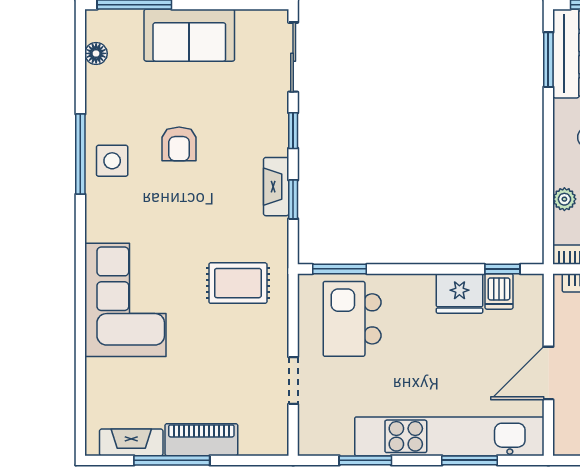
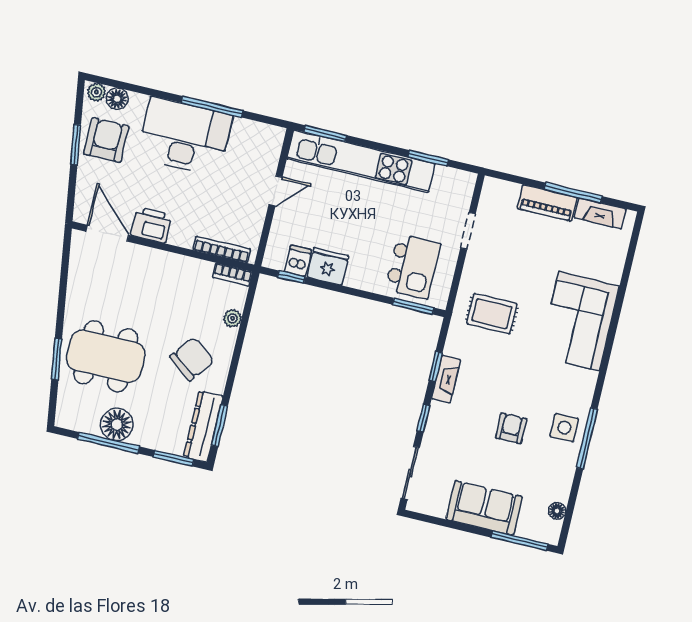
door: (548, 373) -> (275, 191), width x0.73
window: (470, 460) -> (325, 134), moved

